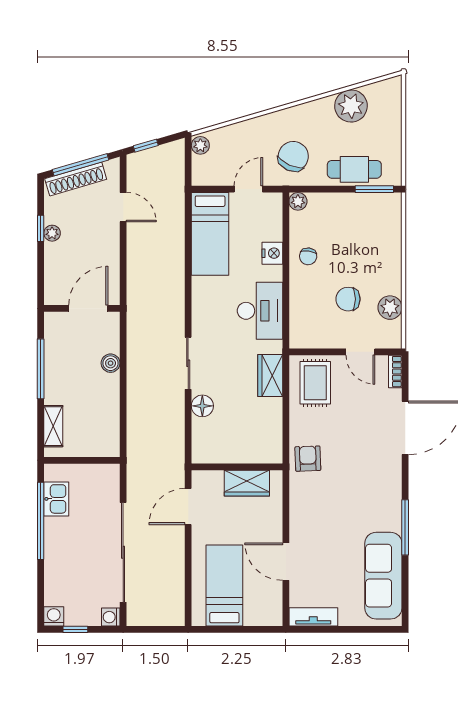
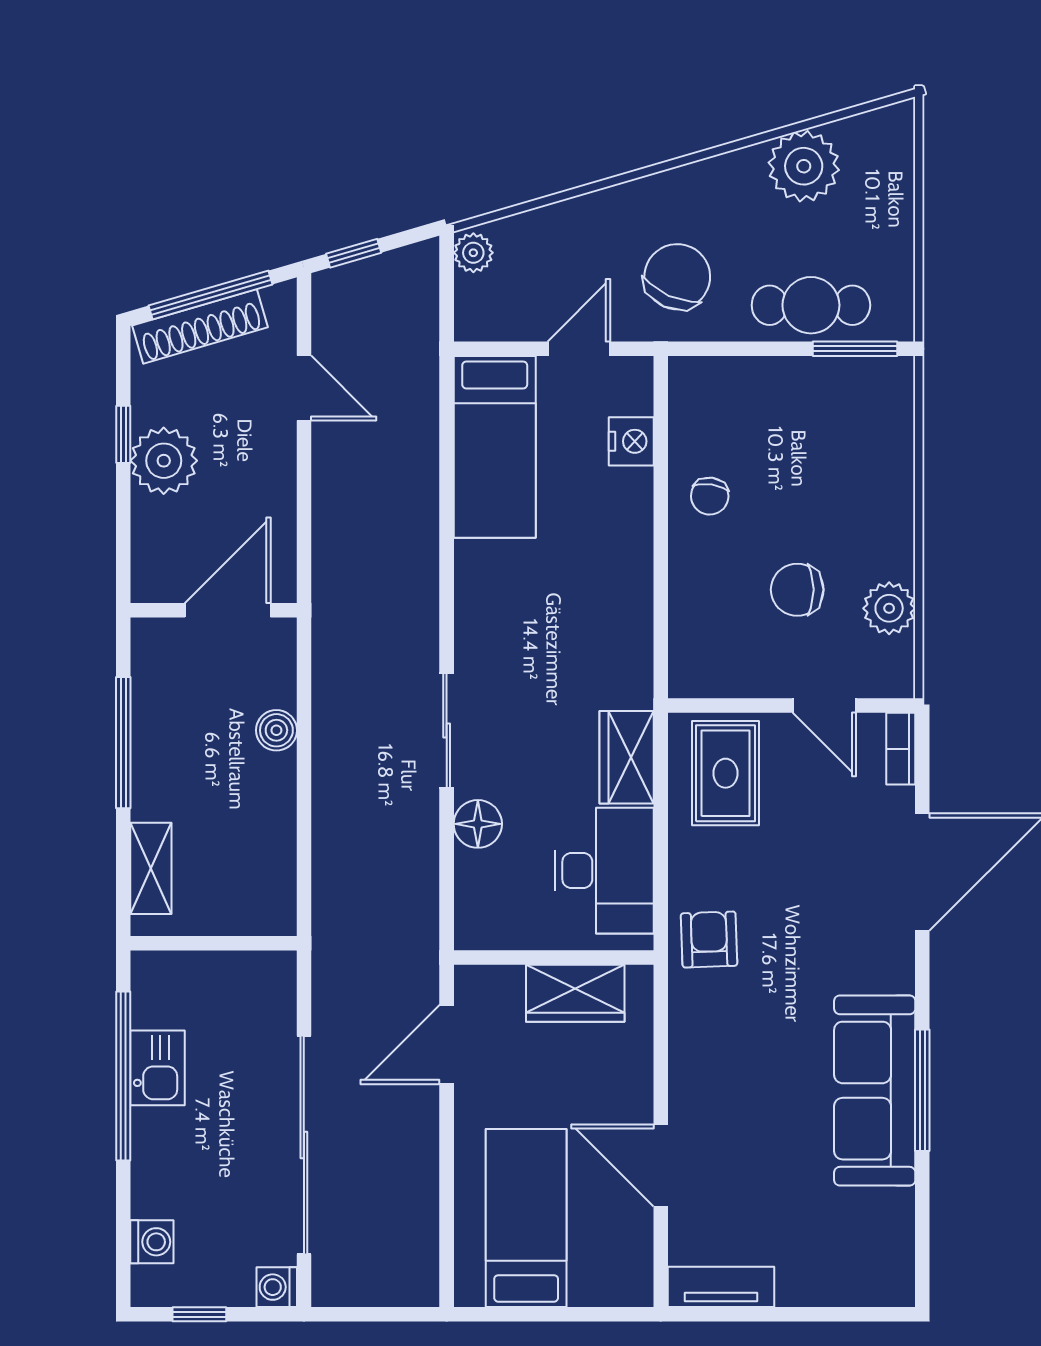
plant: (298, 201) -> (687, 375), removed
plant: (52, 233) -> (164, 461), width x1.88, depth x1.88
nightstand: (272, 253) -> (631, 441), moved
desk: (260, 311) -> (604, 871), moved
kitchen sink: (56, 499) -> (158, 1068), moved
sofa: (383, 576) -> (875, 1091), moved
washing machine: (54, 616) -> (152, 1242), moved, turned 90

